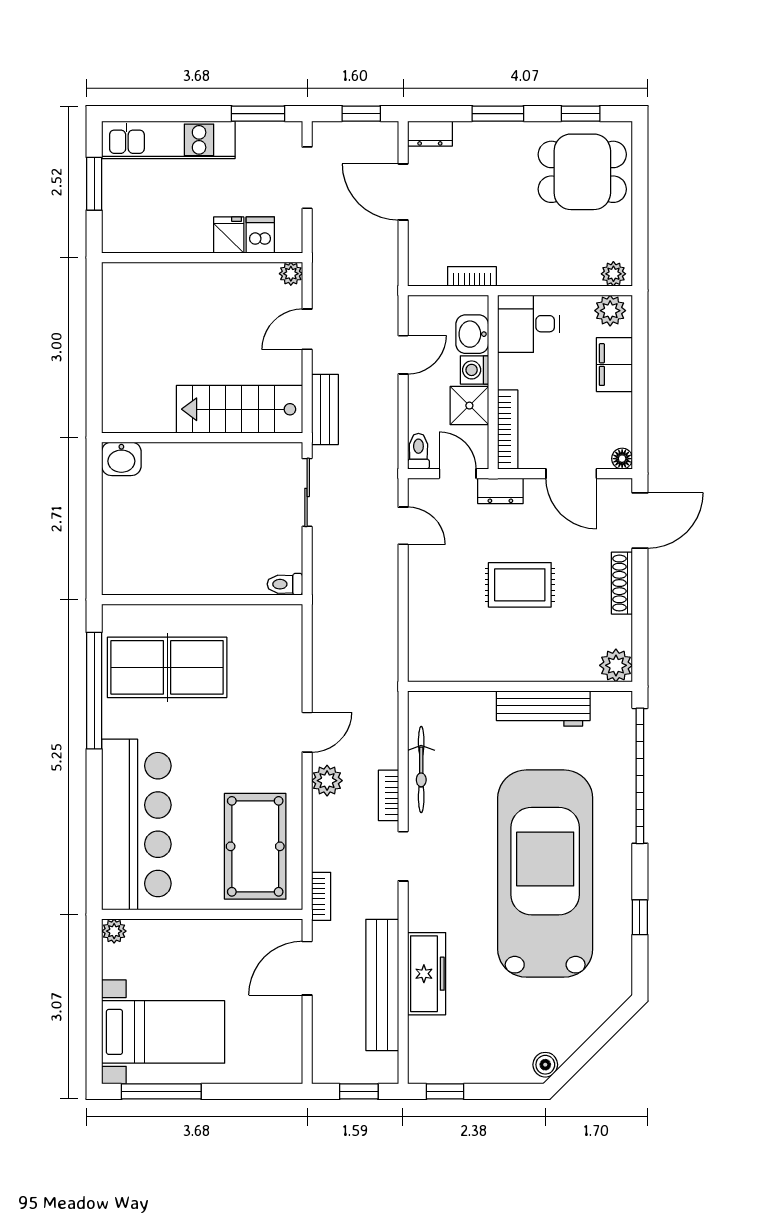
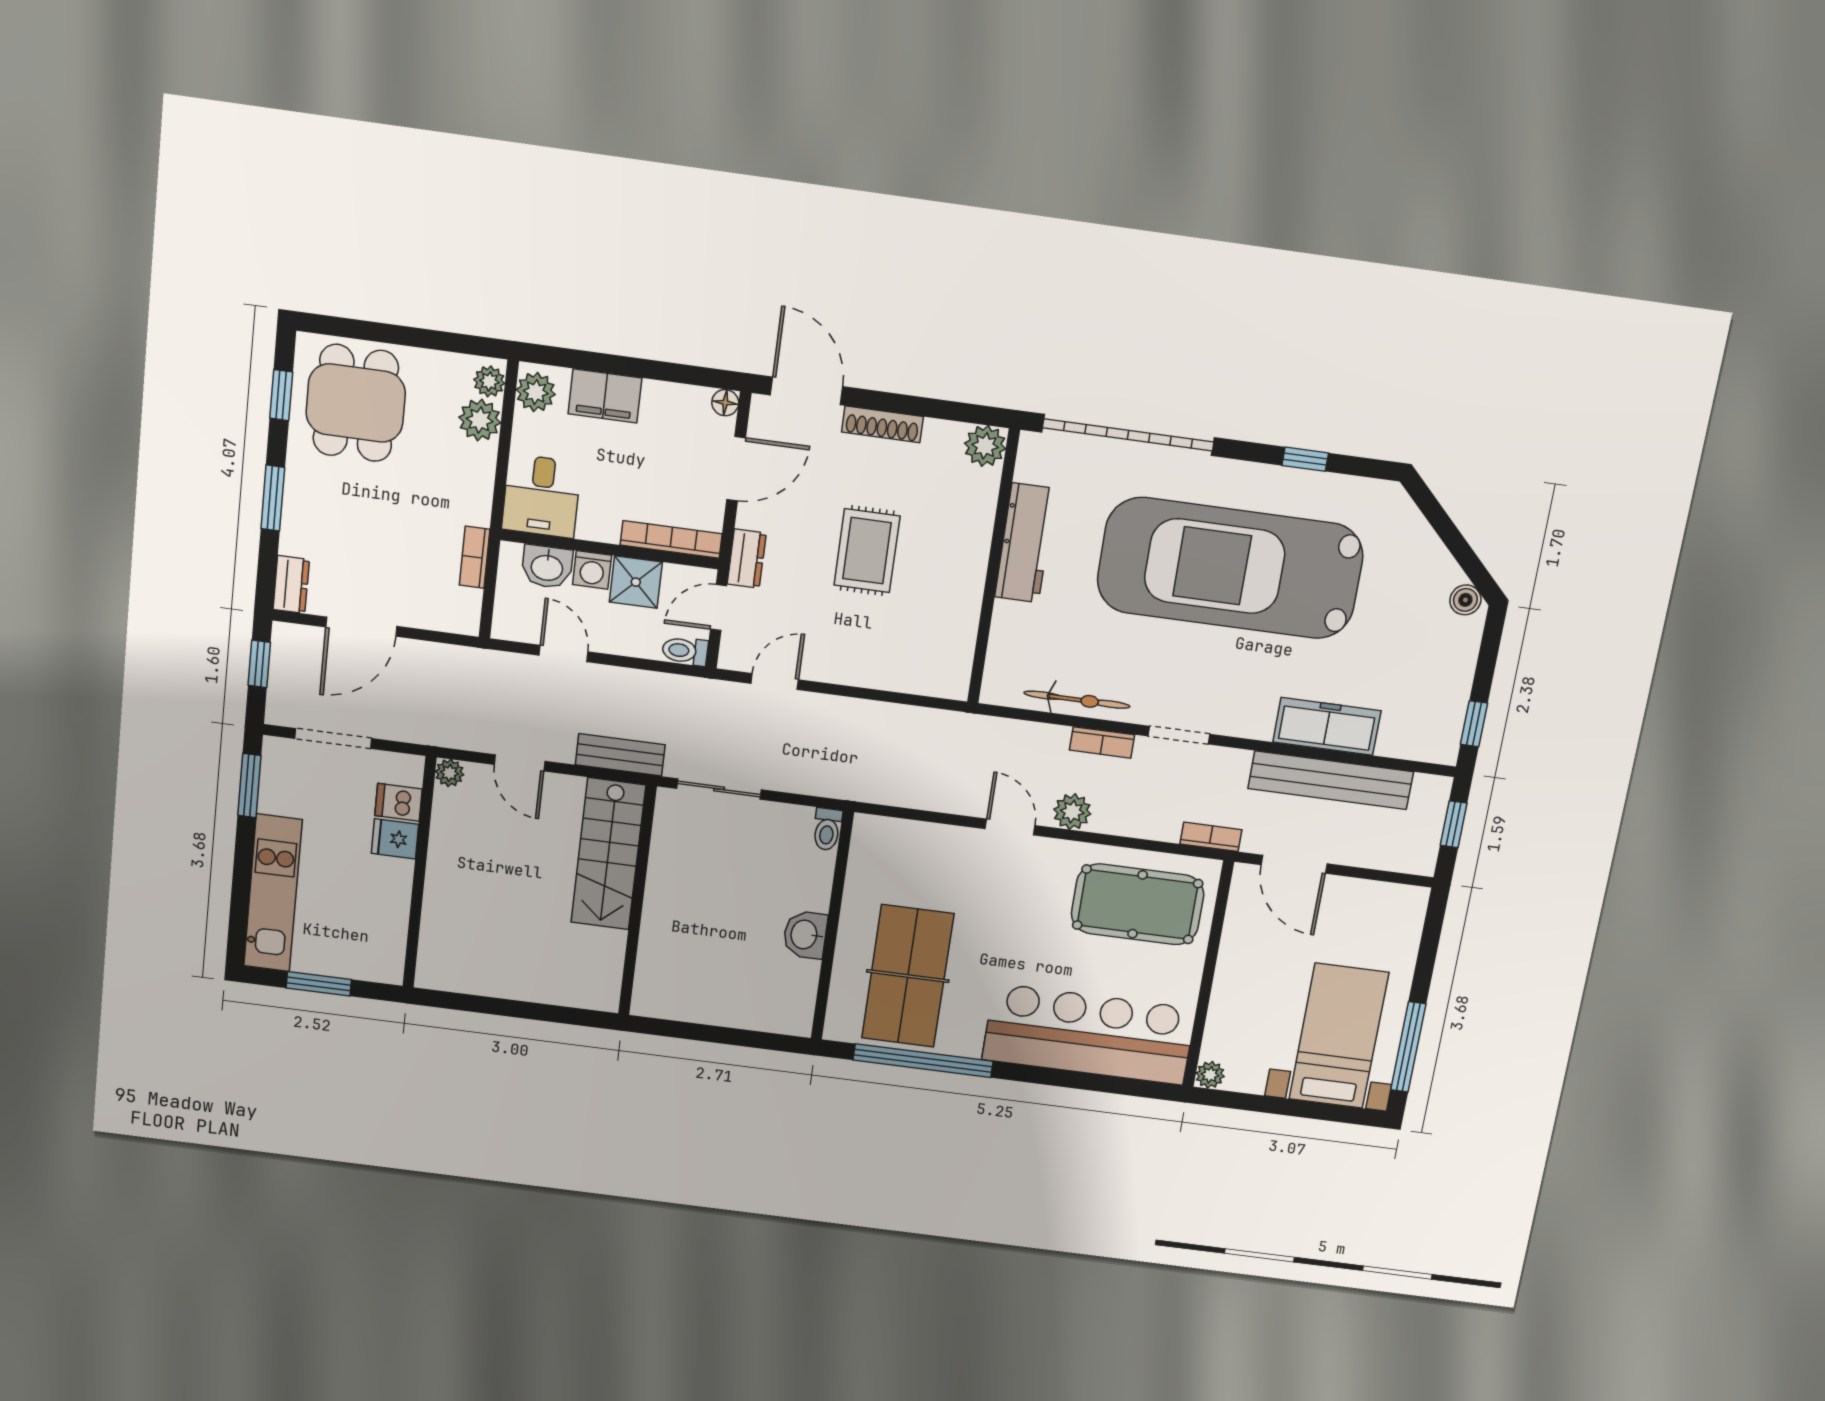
plant: (582, 269) -> (480, 420), added
washbasin: (121, 459) -> (805, 935), moved, turned 180

